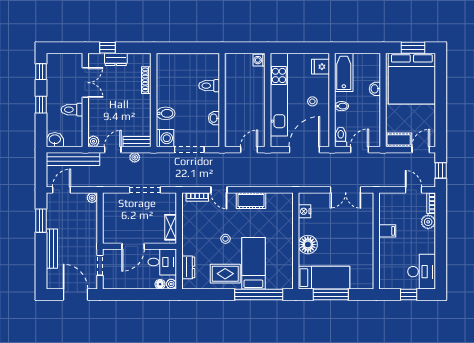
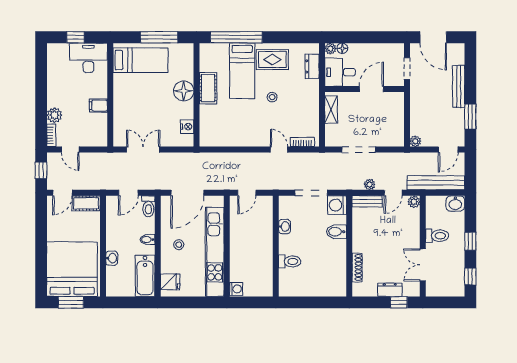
cot: (251, 201) -> (208, 88), moved, turned 90
desk: (422, 272) -> (88, 58), moved, turned 90
bed: (324, 278) -> (140, 60), moved, turned 180

